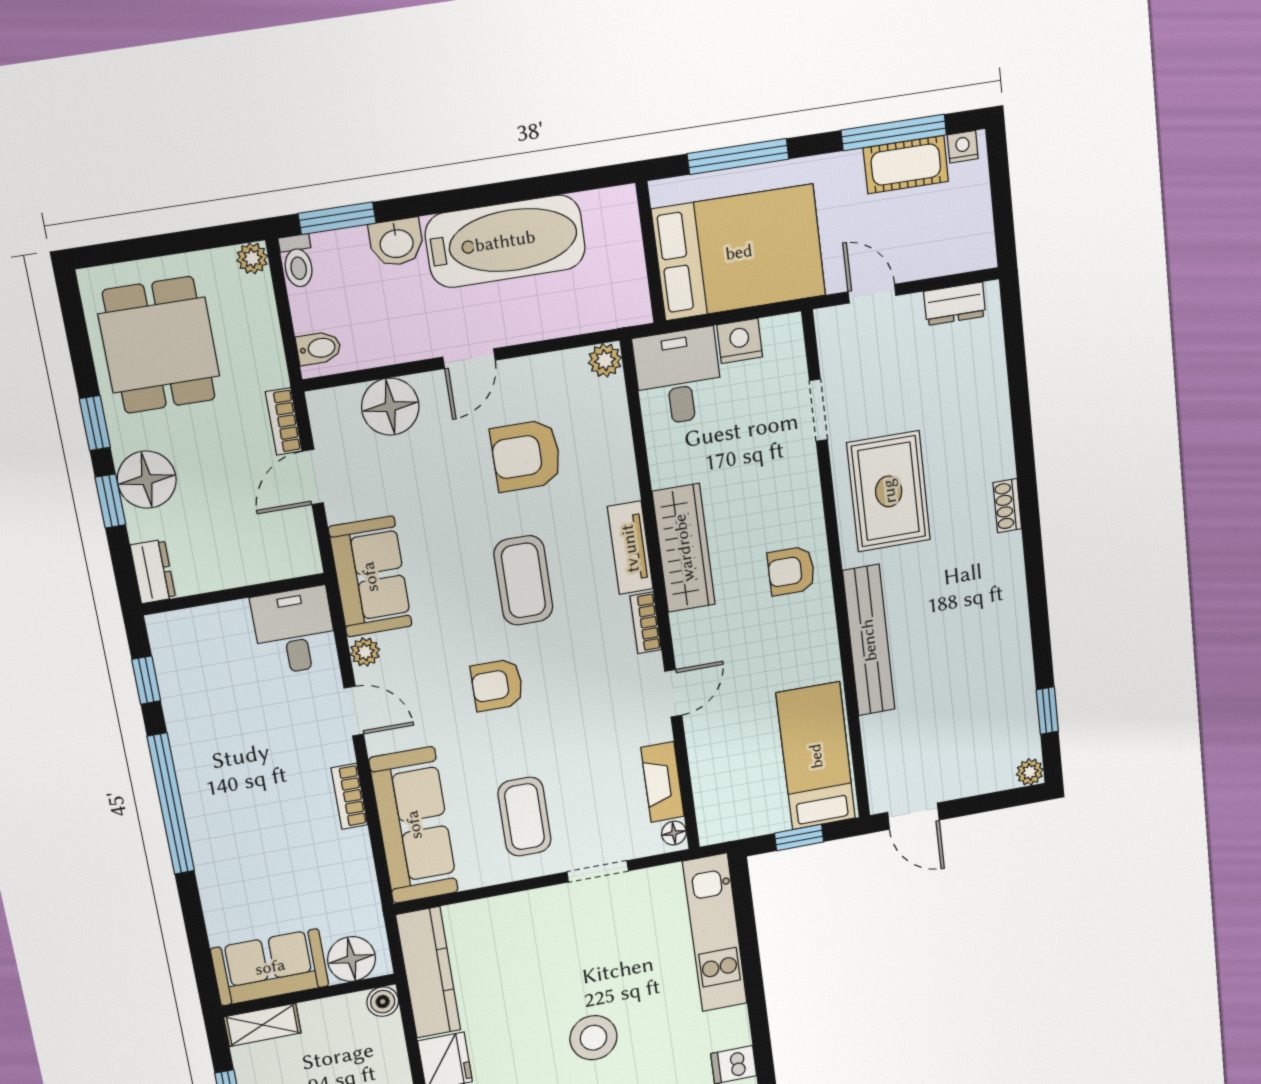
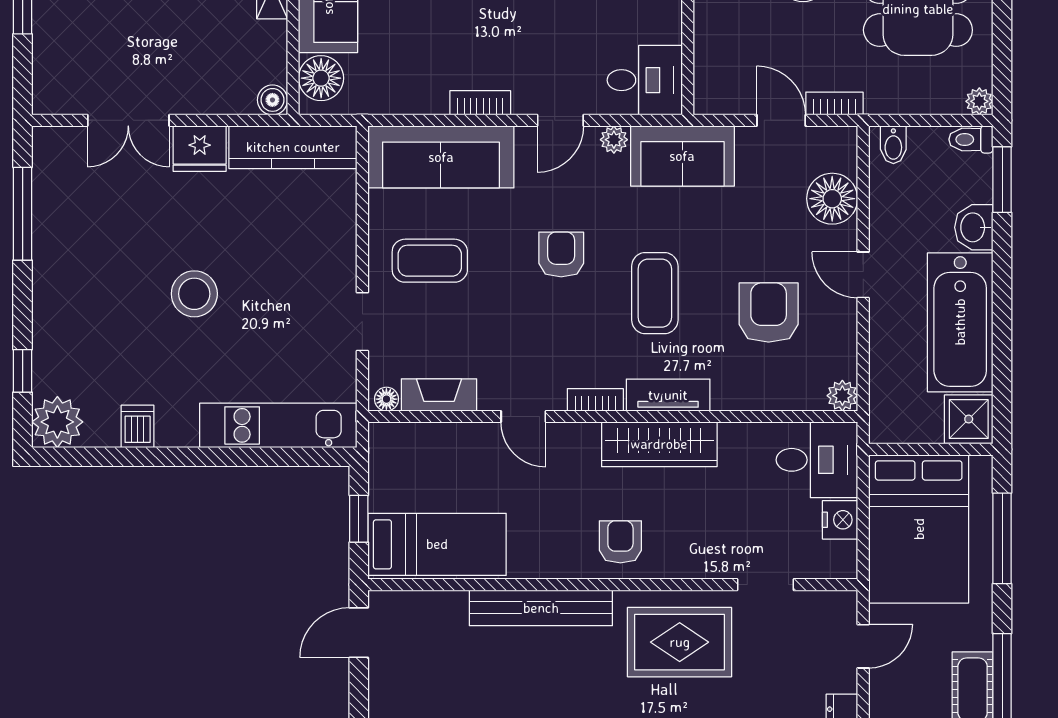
shower: (611, 215) -> (969, 419), added
coffee table: (523, 580) -> (655, 293), turned 90

